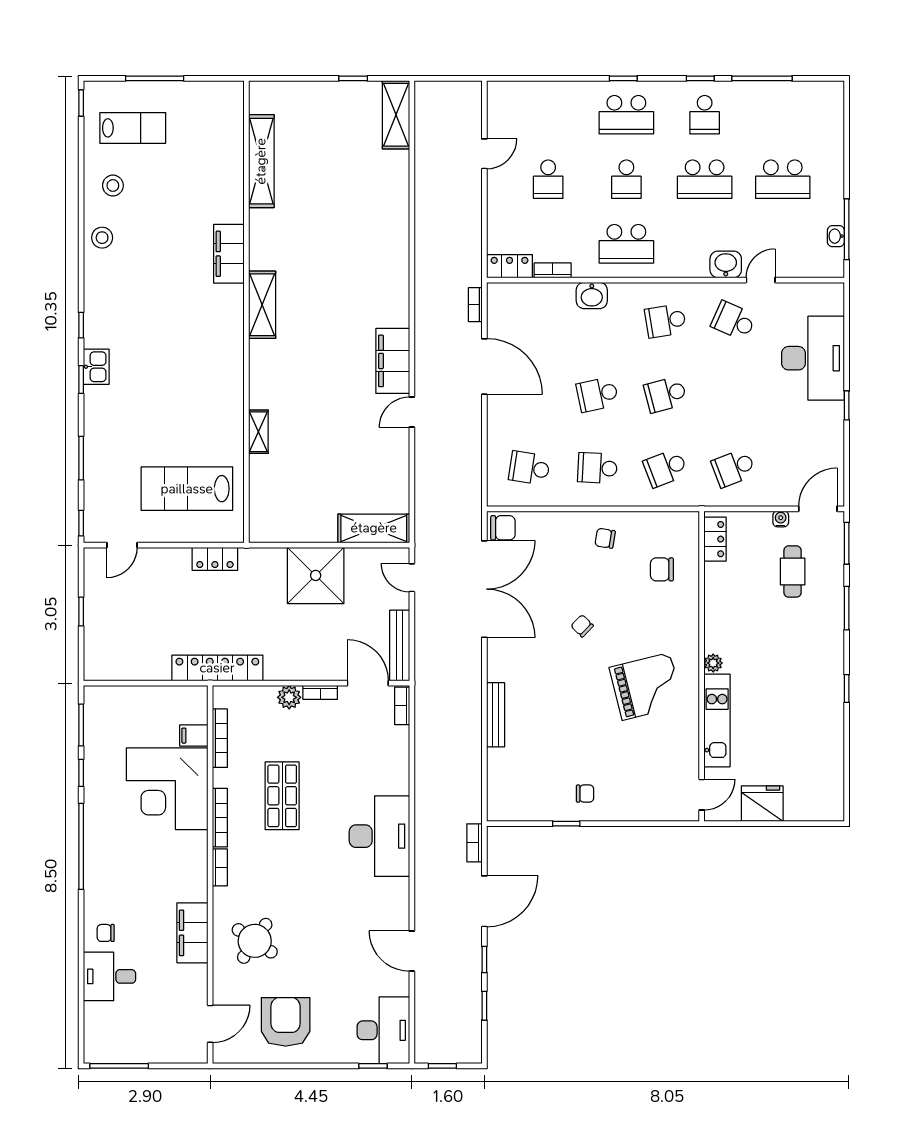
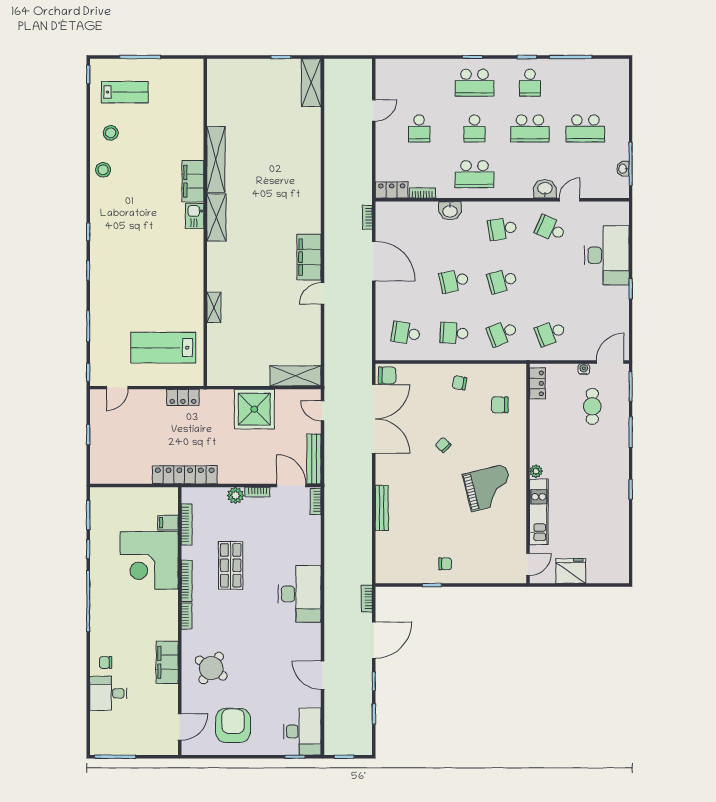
shelving: (261, 161) -> (216, 159), moved
kitchen sink: (96, 367) -> (195, 216), moved, turned 180

